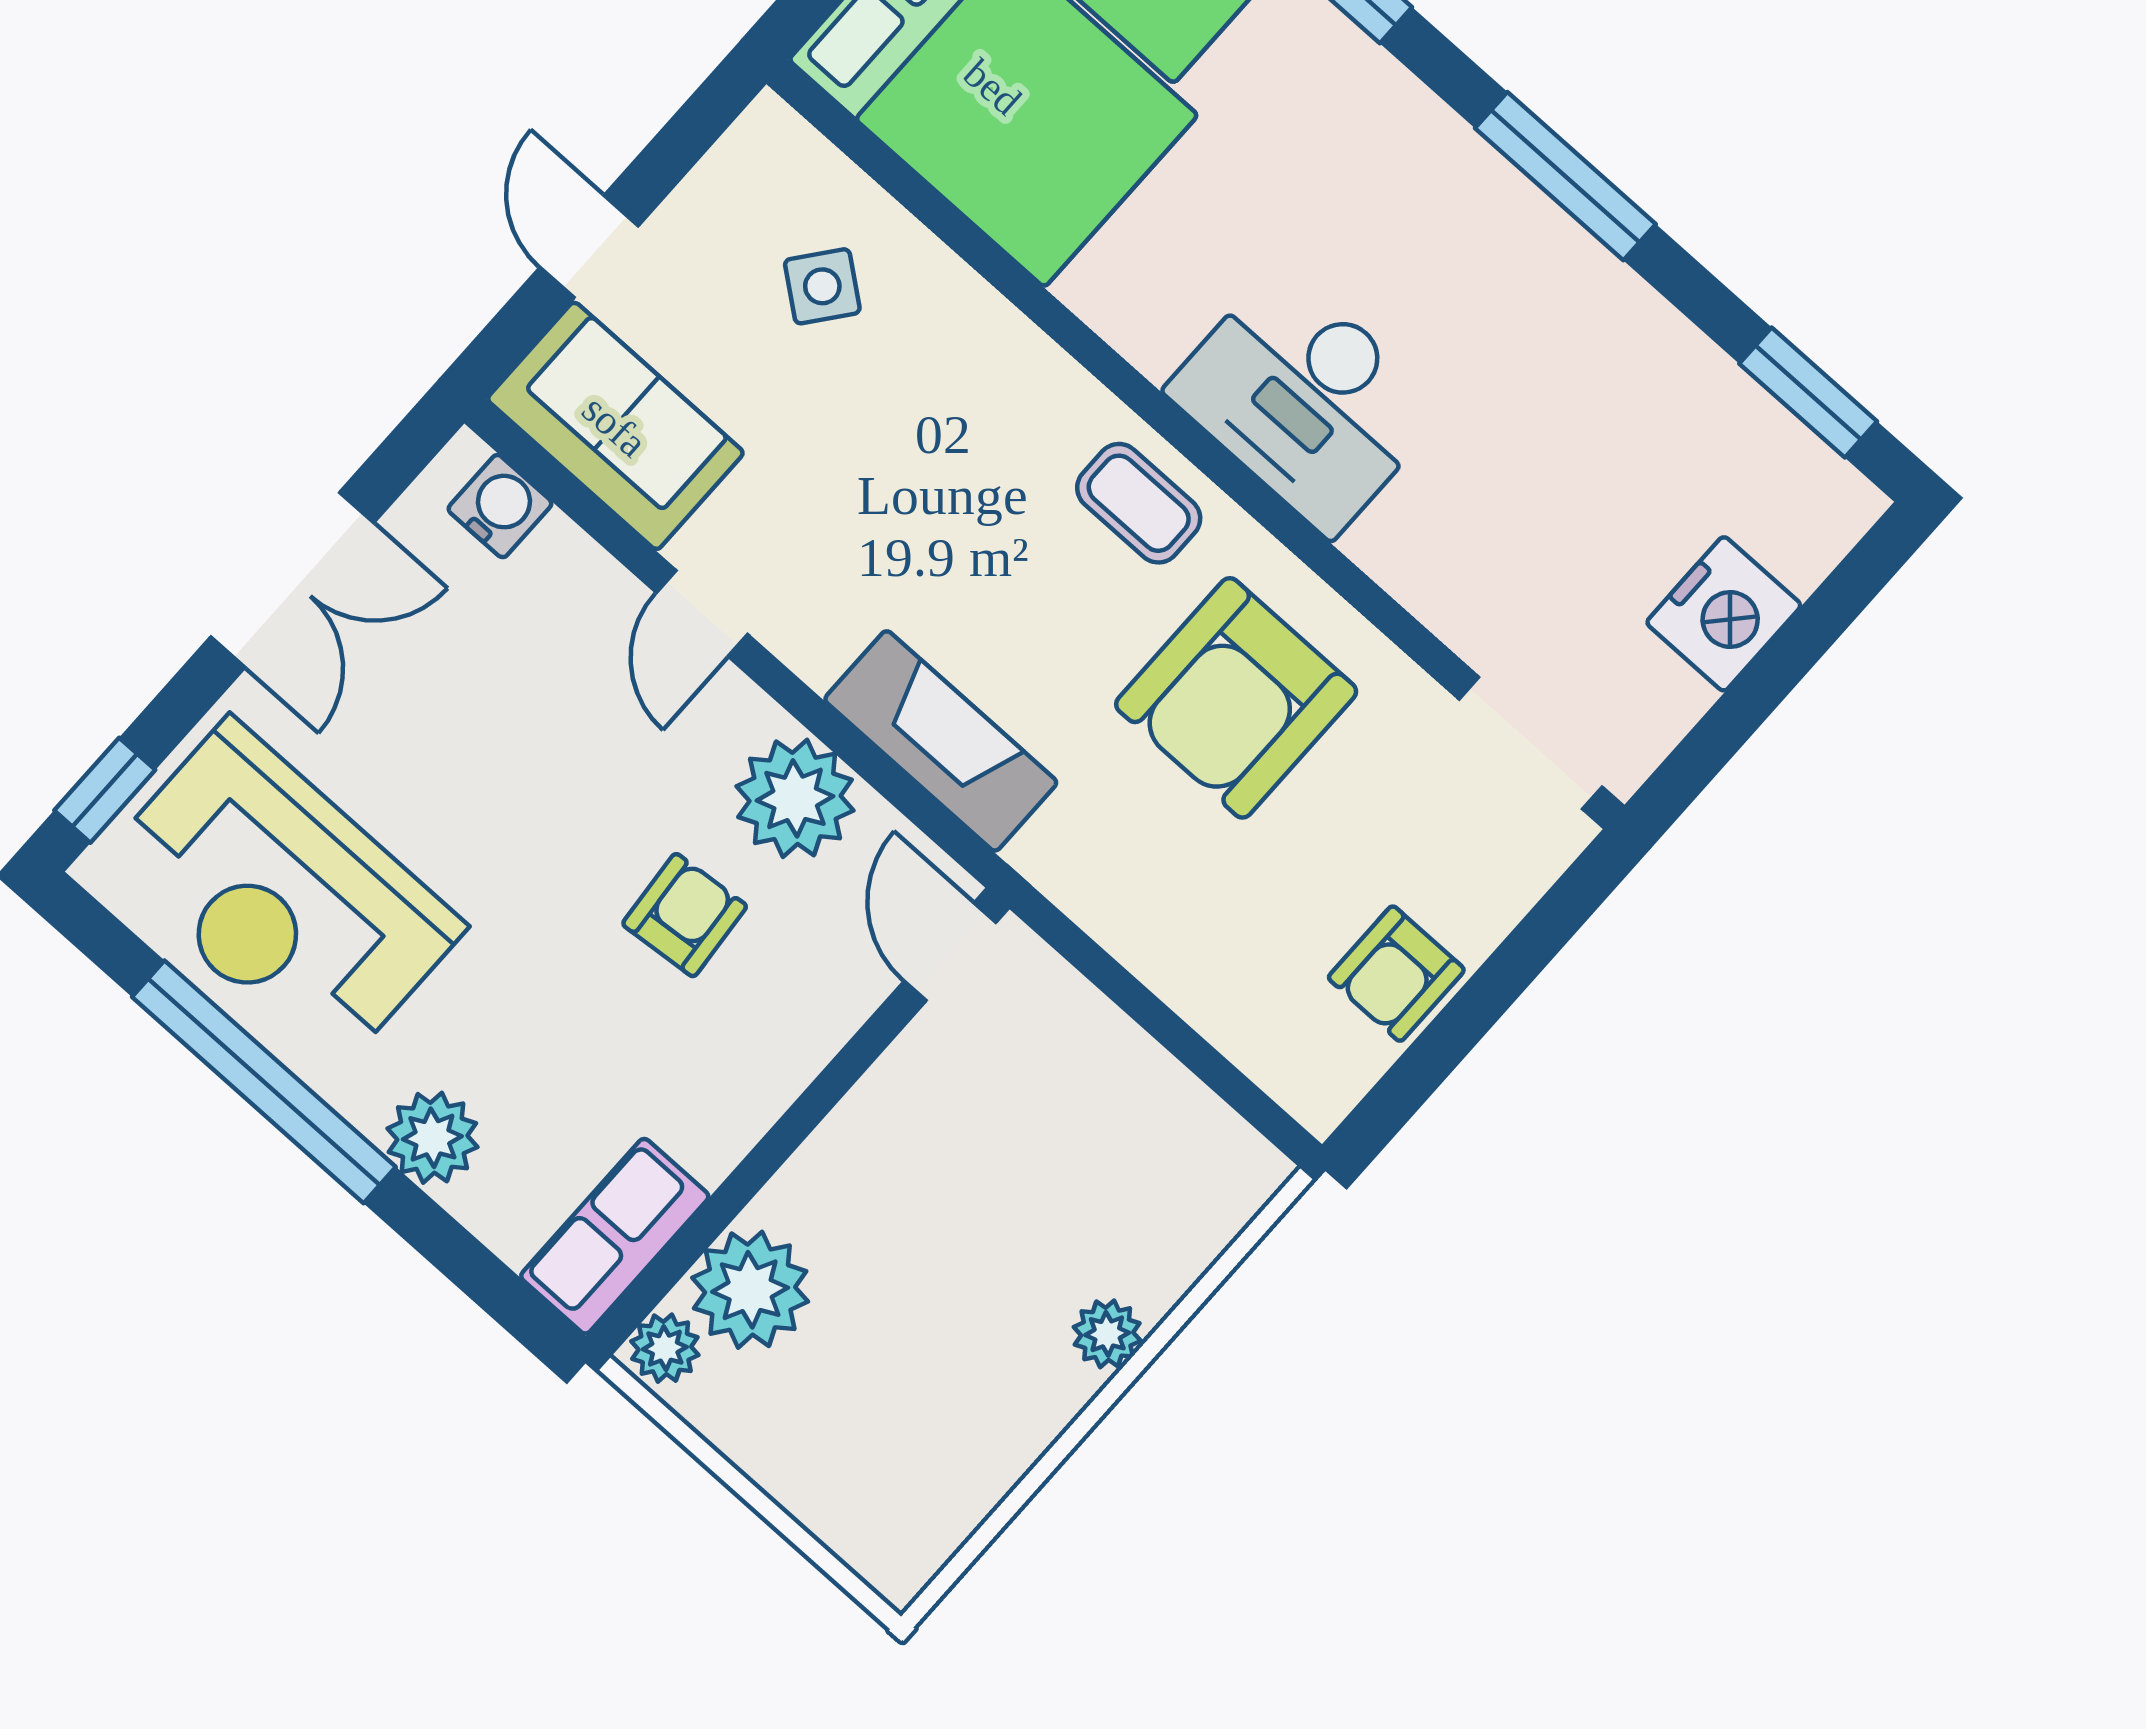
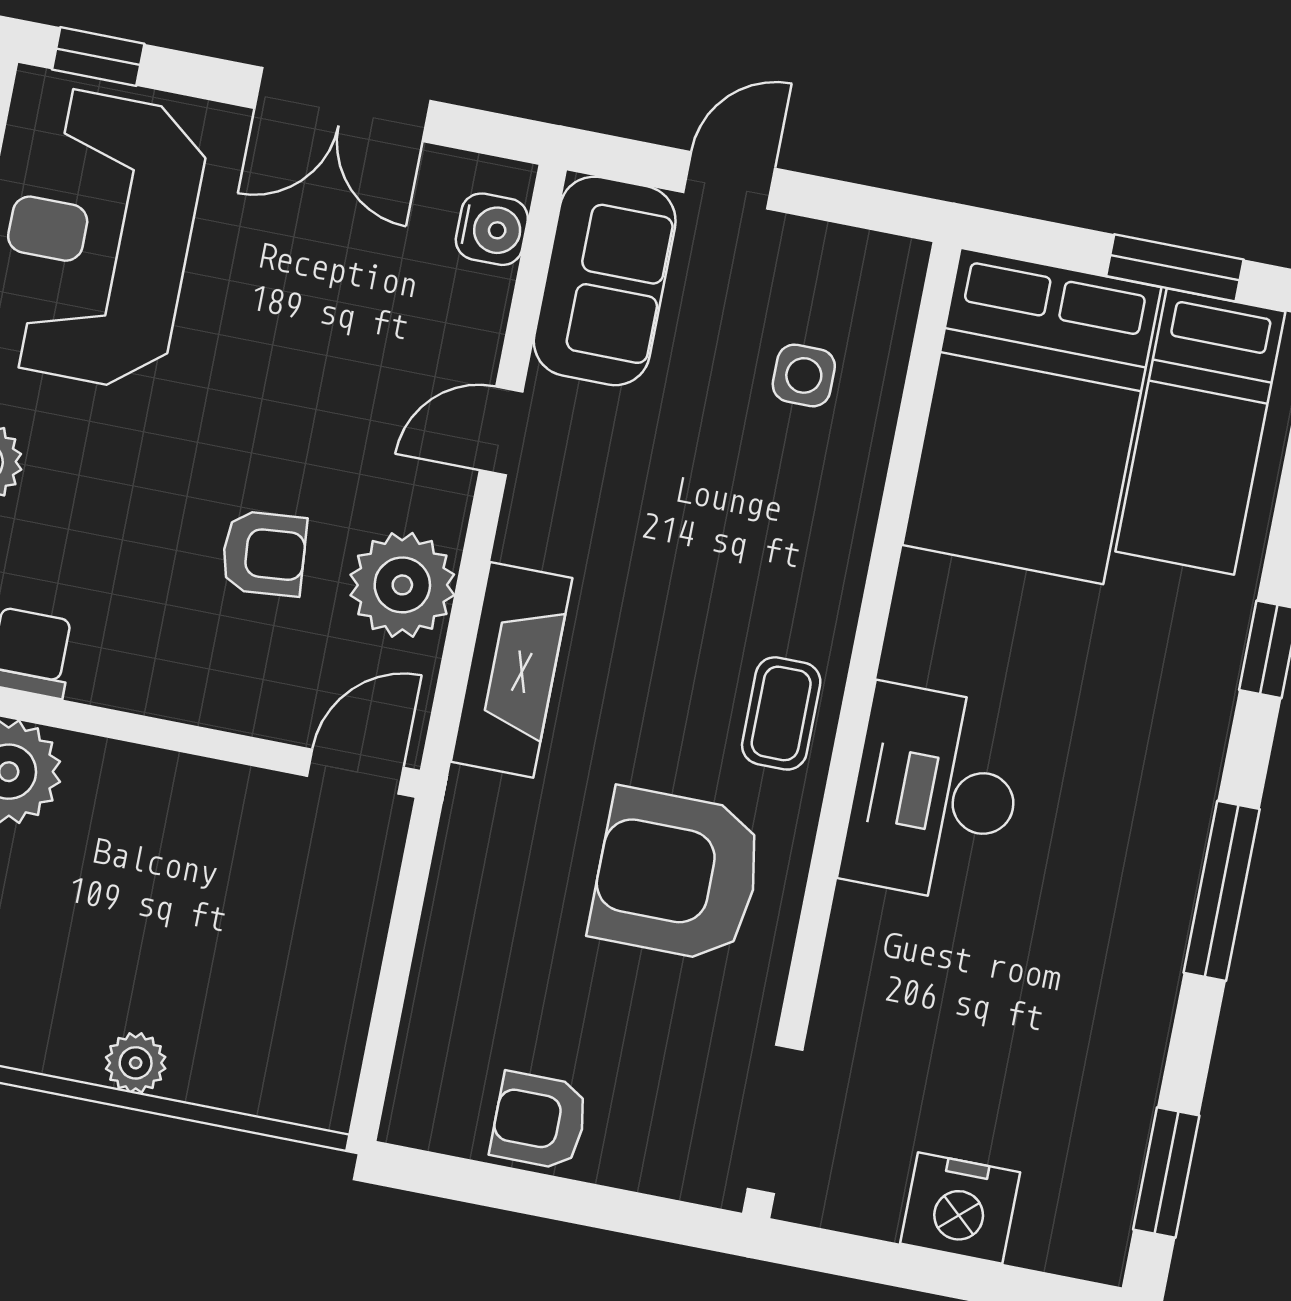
side table: (822, 286) -> (804, 375), turned -38

